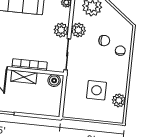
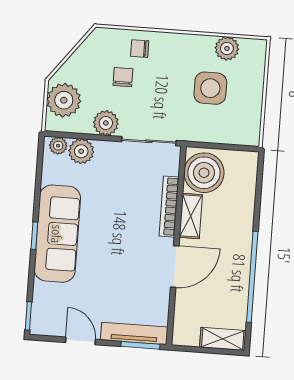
plant: (61, 30) -> (81, 151), moved
boiler: (54, 80) -> (204, 173), width x1.86, depth x1.86

